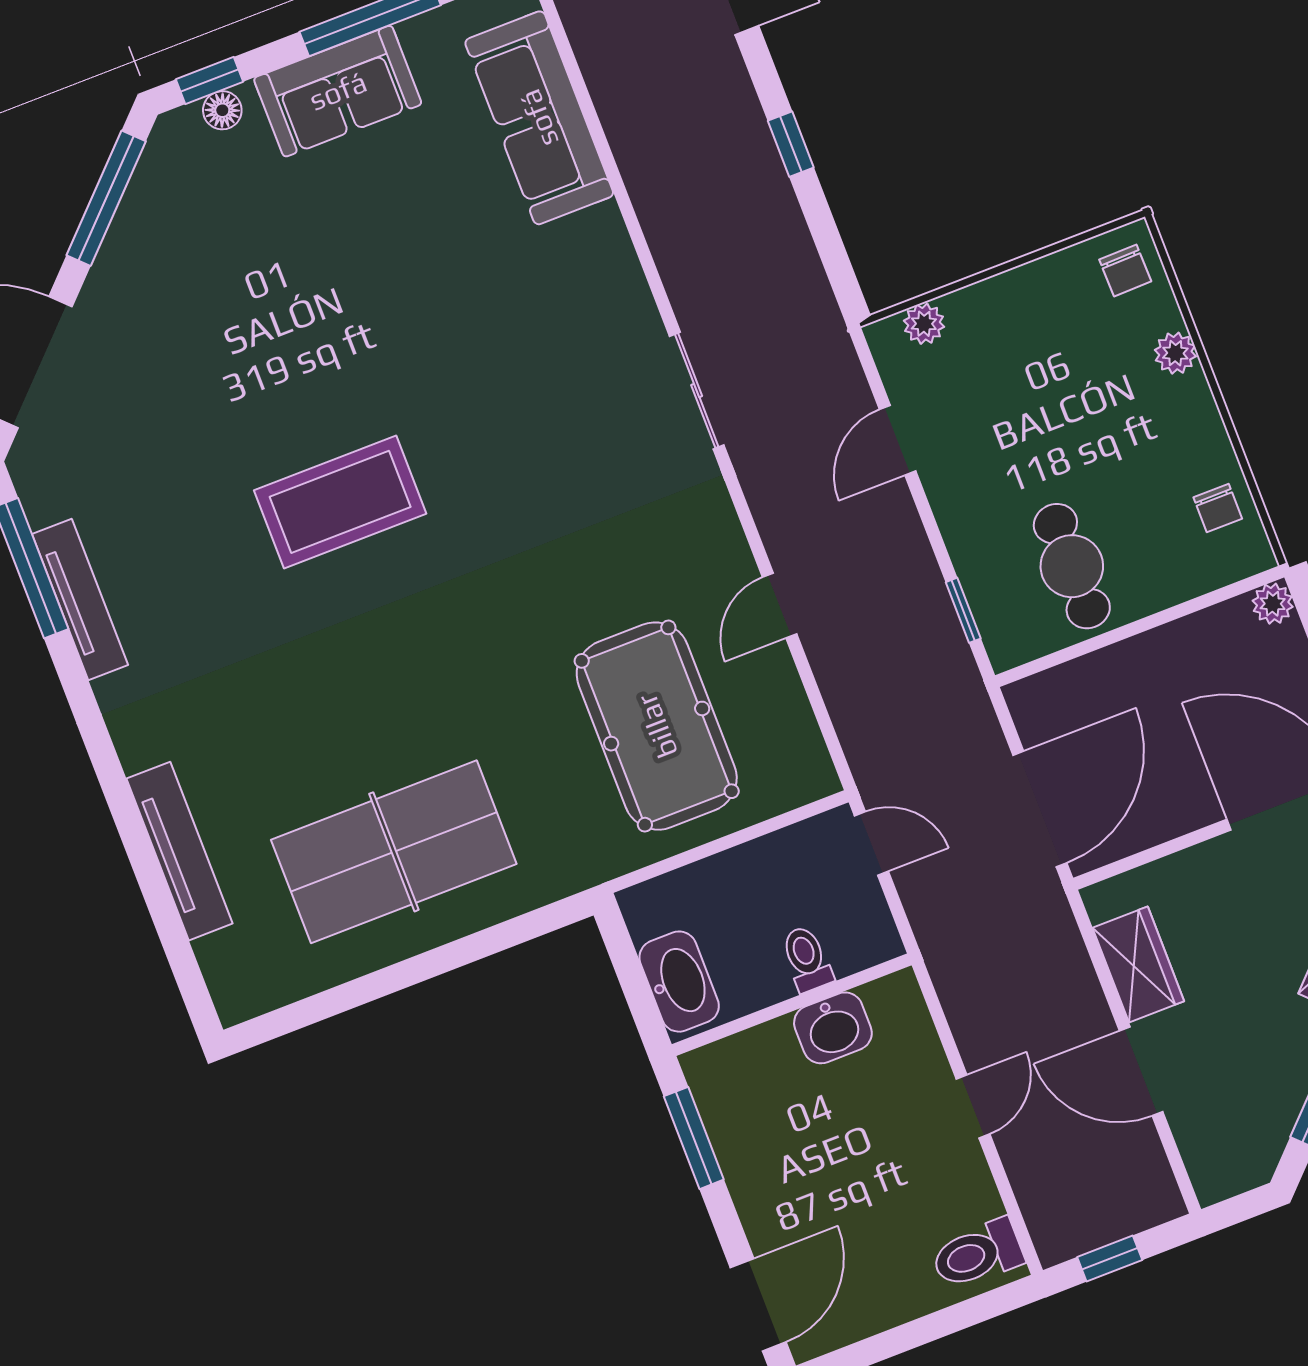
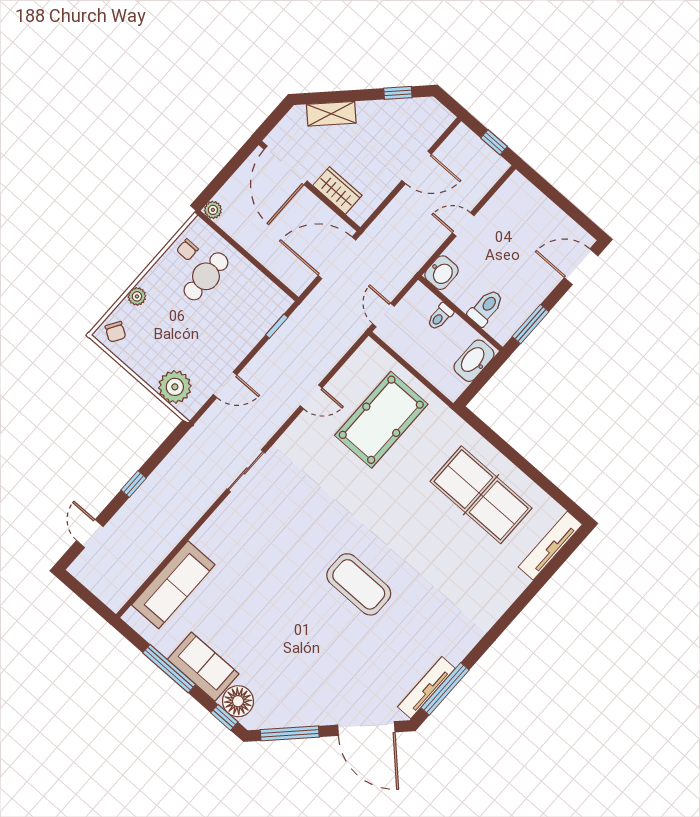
floor lamp: (222, 110) -> (238, 701), width x1.89, depth x1.89
chair: (1125, 270) -> (115, 332), turned 123
plant: (924, 324) -> (175, 387), width x1.87, depth x1.87
chair: (1218, 508) -> (187, 250), turned 180
cafe table: (1072, 566) -> (206, 276), moved
tv unit: (80, 599) -> (426, 688), moved
tv unit: (179, 851) -> (550, 546), moved
wardrobe: (1138, 964) -> (337, 190), moved, turned 90
washbasin: (833, 1028) -> (441, 273), moved, turned 90
door: (1141, 1071) -> (417, 167), hinge flipped
toilet: (977, 1254) -> (486, 308), moved, turned -90

